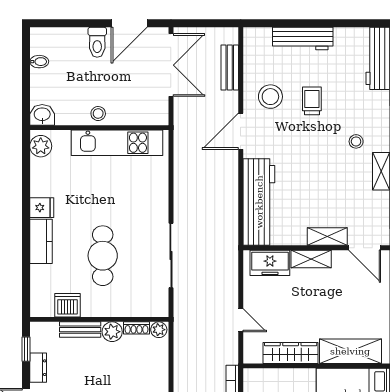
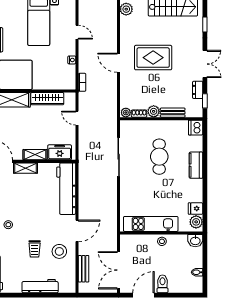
fridge: (42, 208) -> (196, 209), moved
dishwasher: (68, 305) -> (196, 128), moved, turned 90

